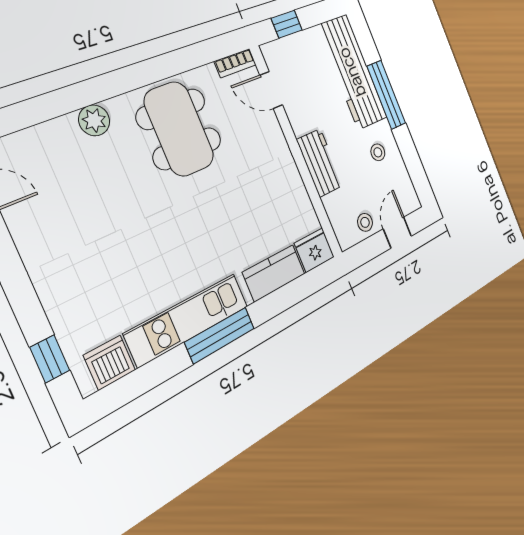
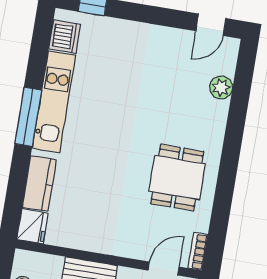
plant: (94, 120) -> (221, 87), moved
dining table: (179, 129) -> (177, 178), width x0.73

